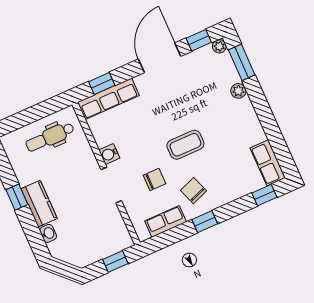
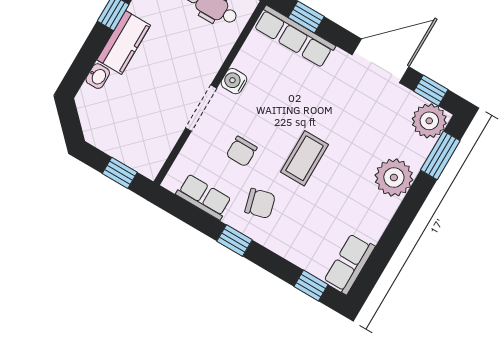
plant: (219, 46) -> (429, 121), width x1.87, depth x1.87
plant: (238, 91) -> (394, 178), width x1.87, depth x1.87
coffee table: (185, 145) -> (305, 158), turned 90
chair: (155, 179) -> (242, 151), turned 90
chair: (194, 191) -> (260, 203), turned 95

